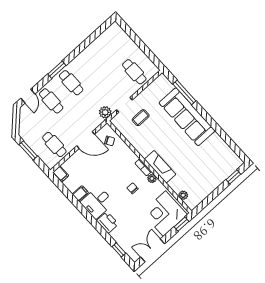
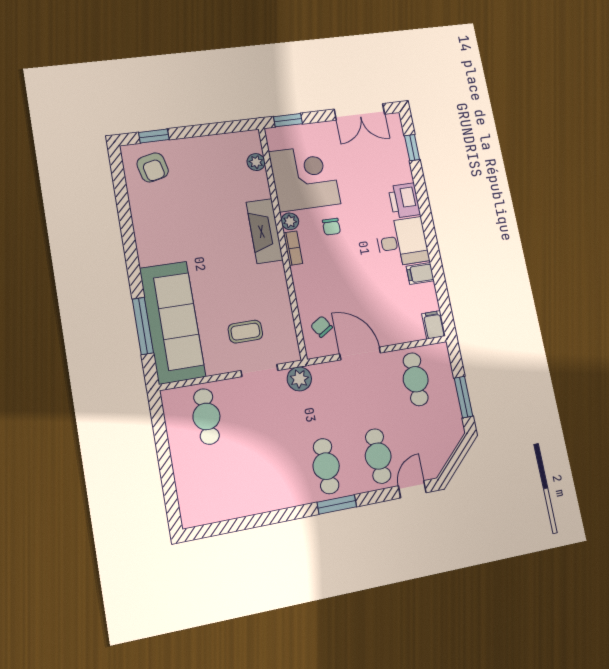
sofa: (187, 117) -> (172, 322), moved
armchair: (225, 163) -> (153, 167), added
corner desk: (165, 214) -> (305, 178), moved, turned -90

